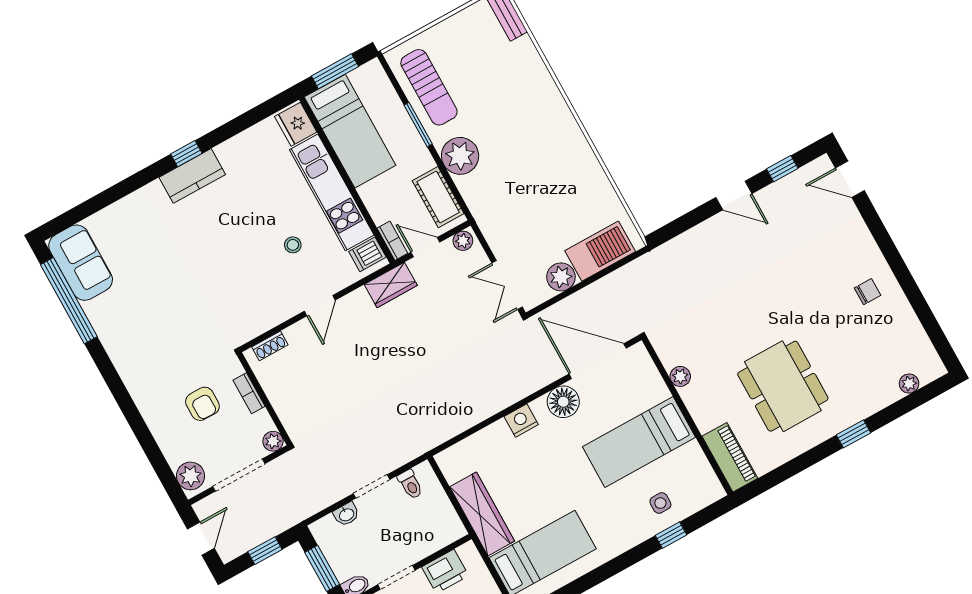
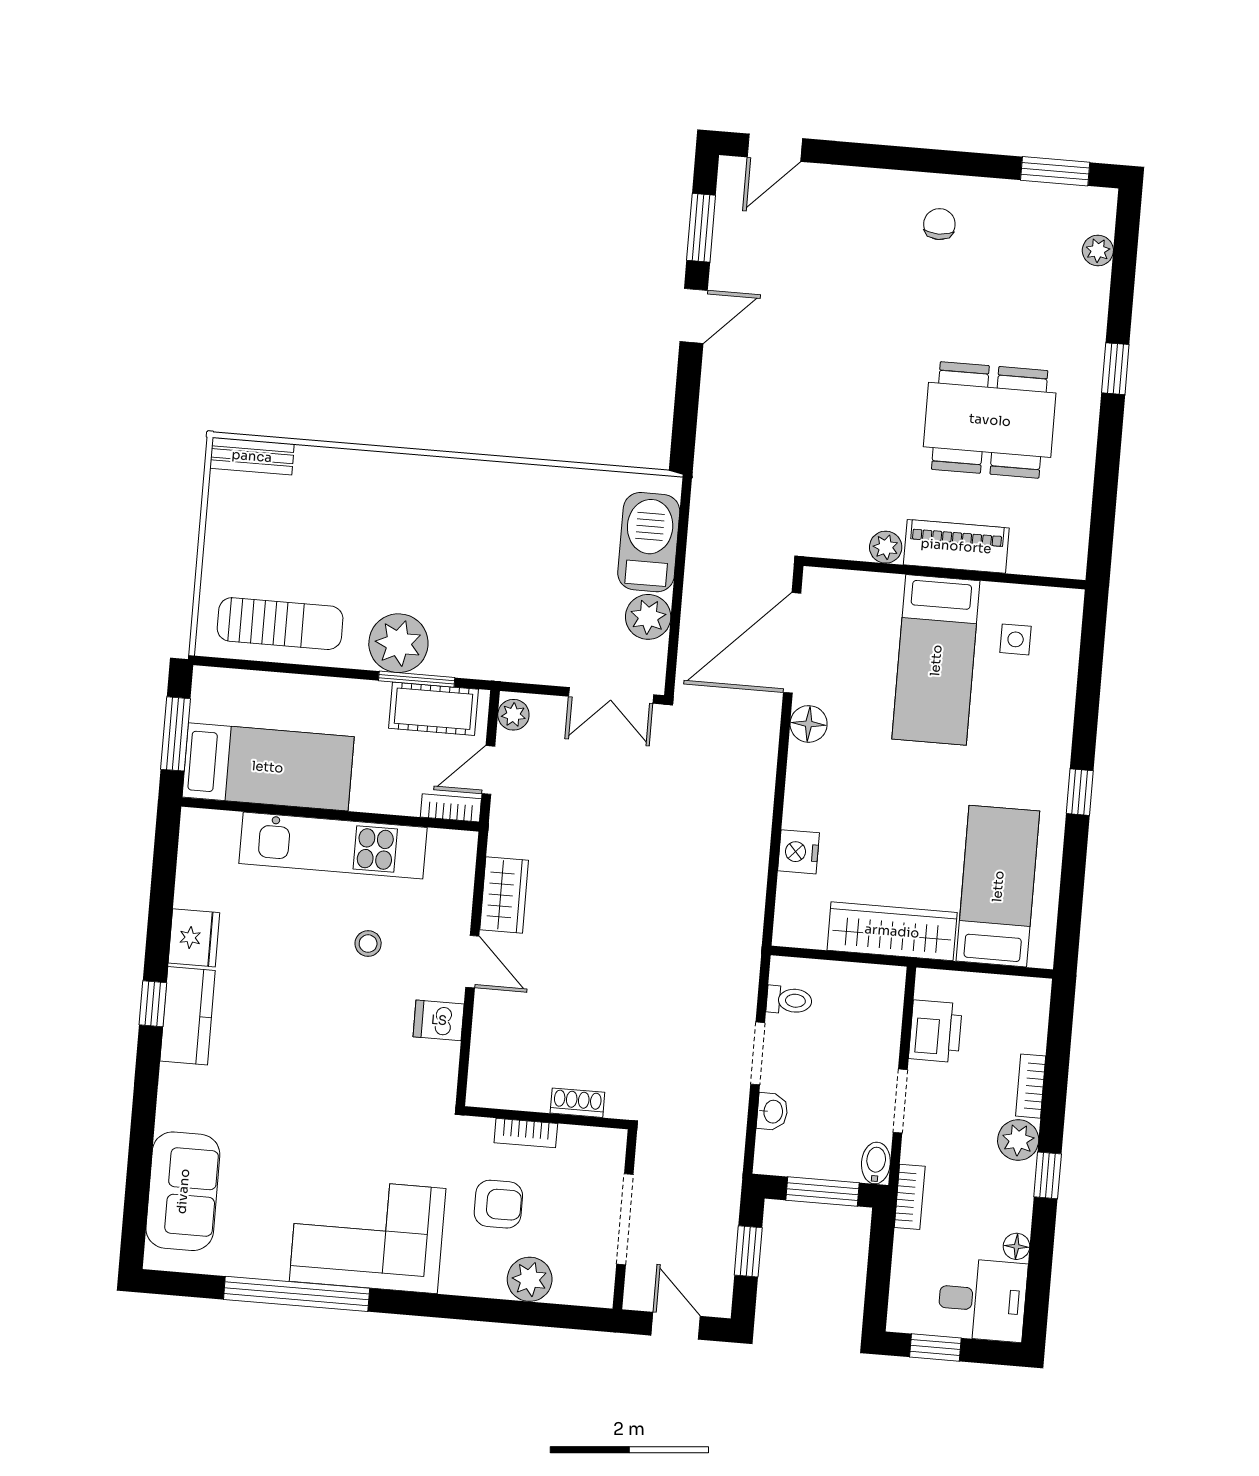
fridge: (296, 124) -> (194, 938), moved, turned -90
window: (418, 125) -> (417, 679), moved
window: (782, 169) -> (701, 228), width x1.50
dishwasher: (367, 254) -> (439, 1020), moved, turned 90
sofa: (81, 263) -> (183, 1191), moved, turned 90
wardrobe: (391, 285) -> (504, 895), moved
window: (69, 301) -> (297, 1294), moved
window: (935, 334) -> (1055, 171), added
corner sofa: (141, 346) -> (368, 1235), added
shoe rack: (270, 346) -> (577, 1103), moved, turned -90
floor lamp: (563, 402) -> (809, 724), width x0.73, depth x0.73
nightstand: (521, 421) -> (799, 852), moved
plant: (273, 441) -> (611, 1144), removed
piano: (730, 457) -> (956, 546), moved
plant: (191, 476) -> (530, 1279), moved
side table: (660, 503) -> (1016, 639), moved
window: (671, 535) -> (1080, 792), moved

